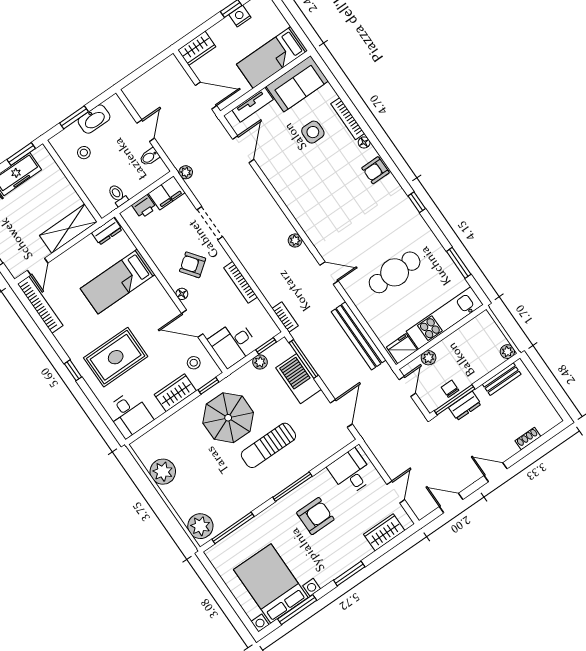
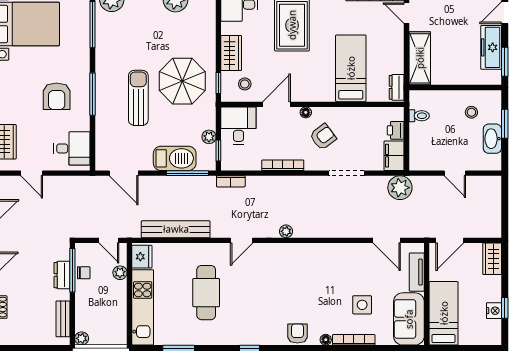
bidet: (149, 157) -> (432, 162), removed
plant: (186, 172) -> (400, 188), width x1.88, depth x1.88

